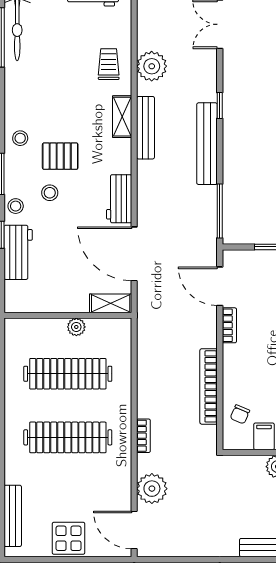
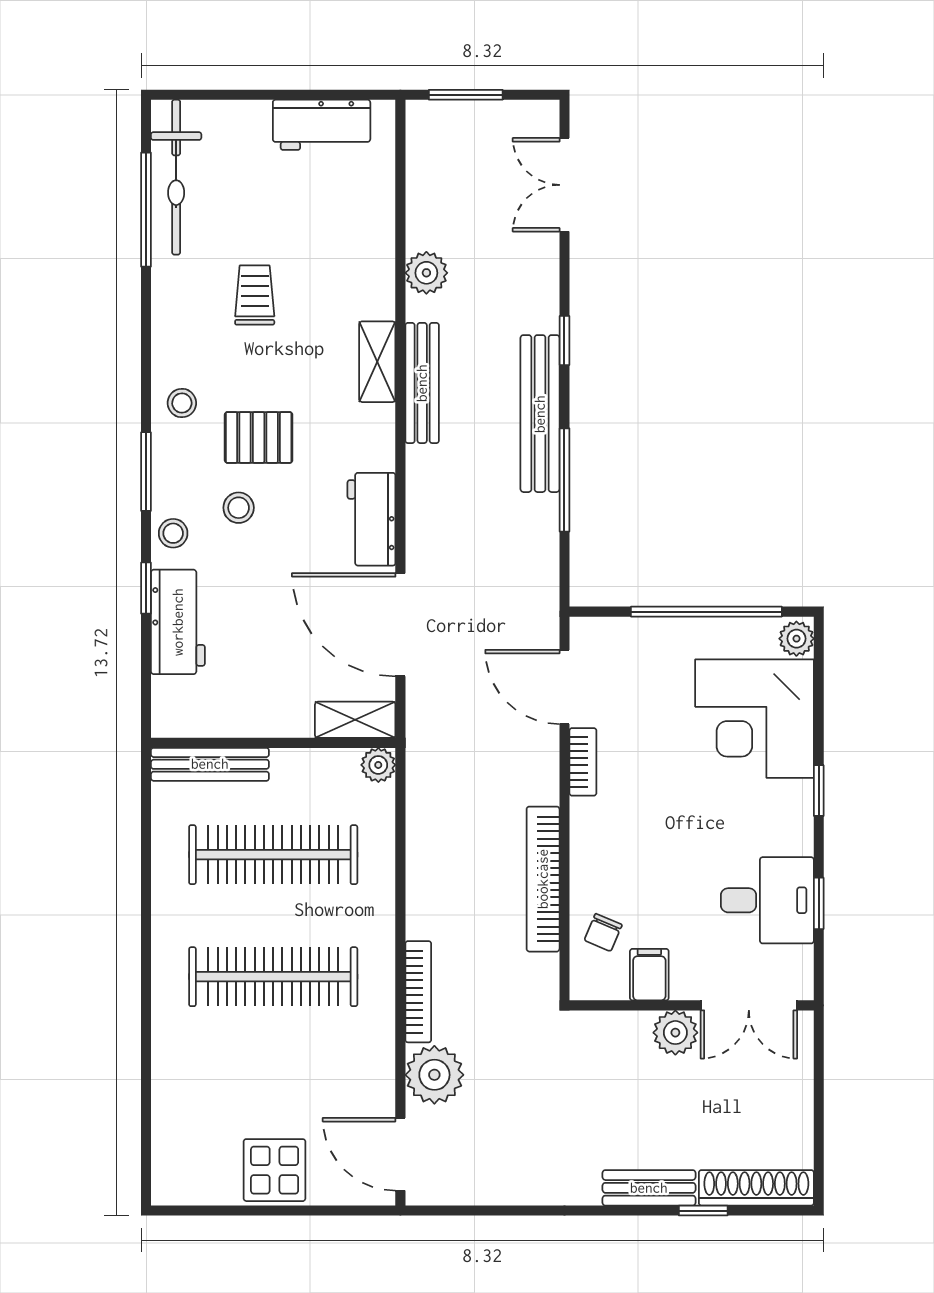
trolley: (109, 64) -> (255, 295), moved
plant: (152, 66) -> (426, 273), width x0.73, depth x0.73
window: (220, 211) -> (564, 480), moved
plant: (76, 327) -> (378, 765), moved
bookcase: (143, 436) -> (418, 992), width x1.56
bench: (13, 516) -> (210, 764), moved, turned 90

